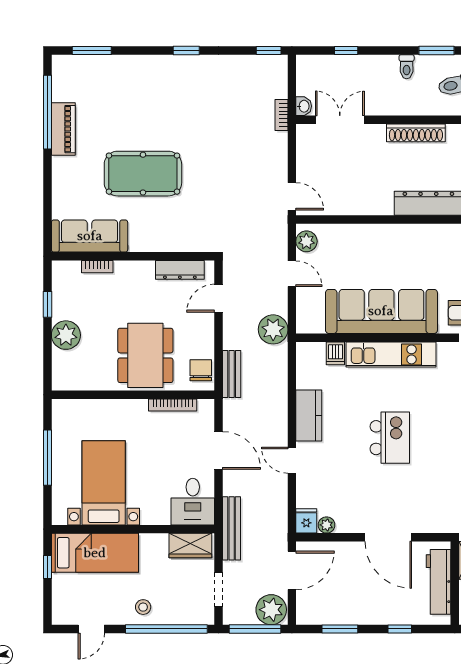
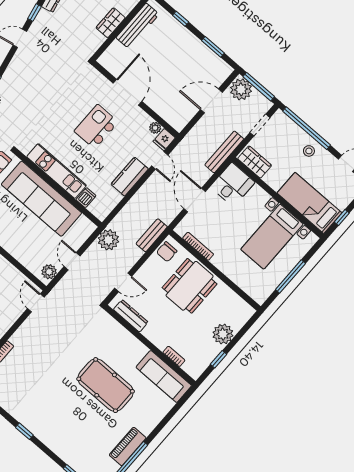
fridge: (306, 521) -> (164, 140), moved
plant: (327, 525) -> (155, 128), moved
wall: (373, 537) -> (136, 99), moved
door: (388, 537) -> (128, 92), moved

